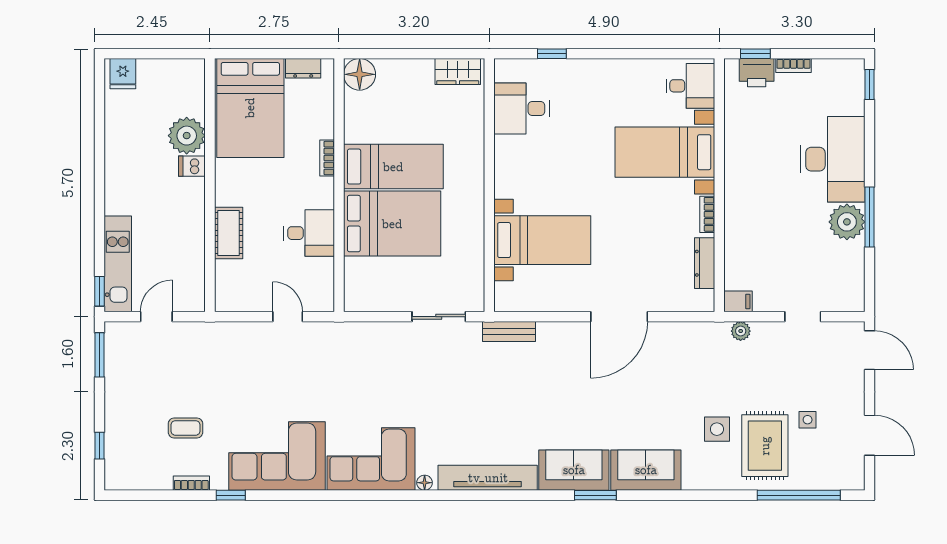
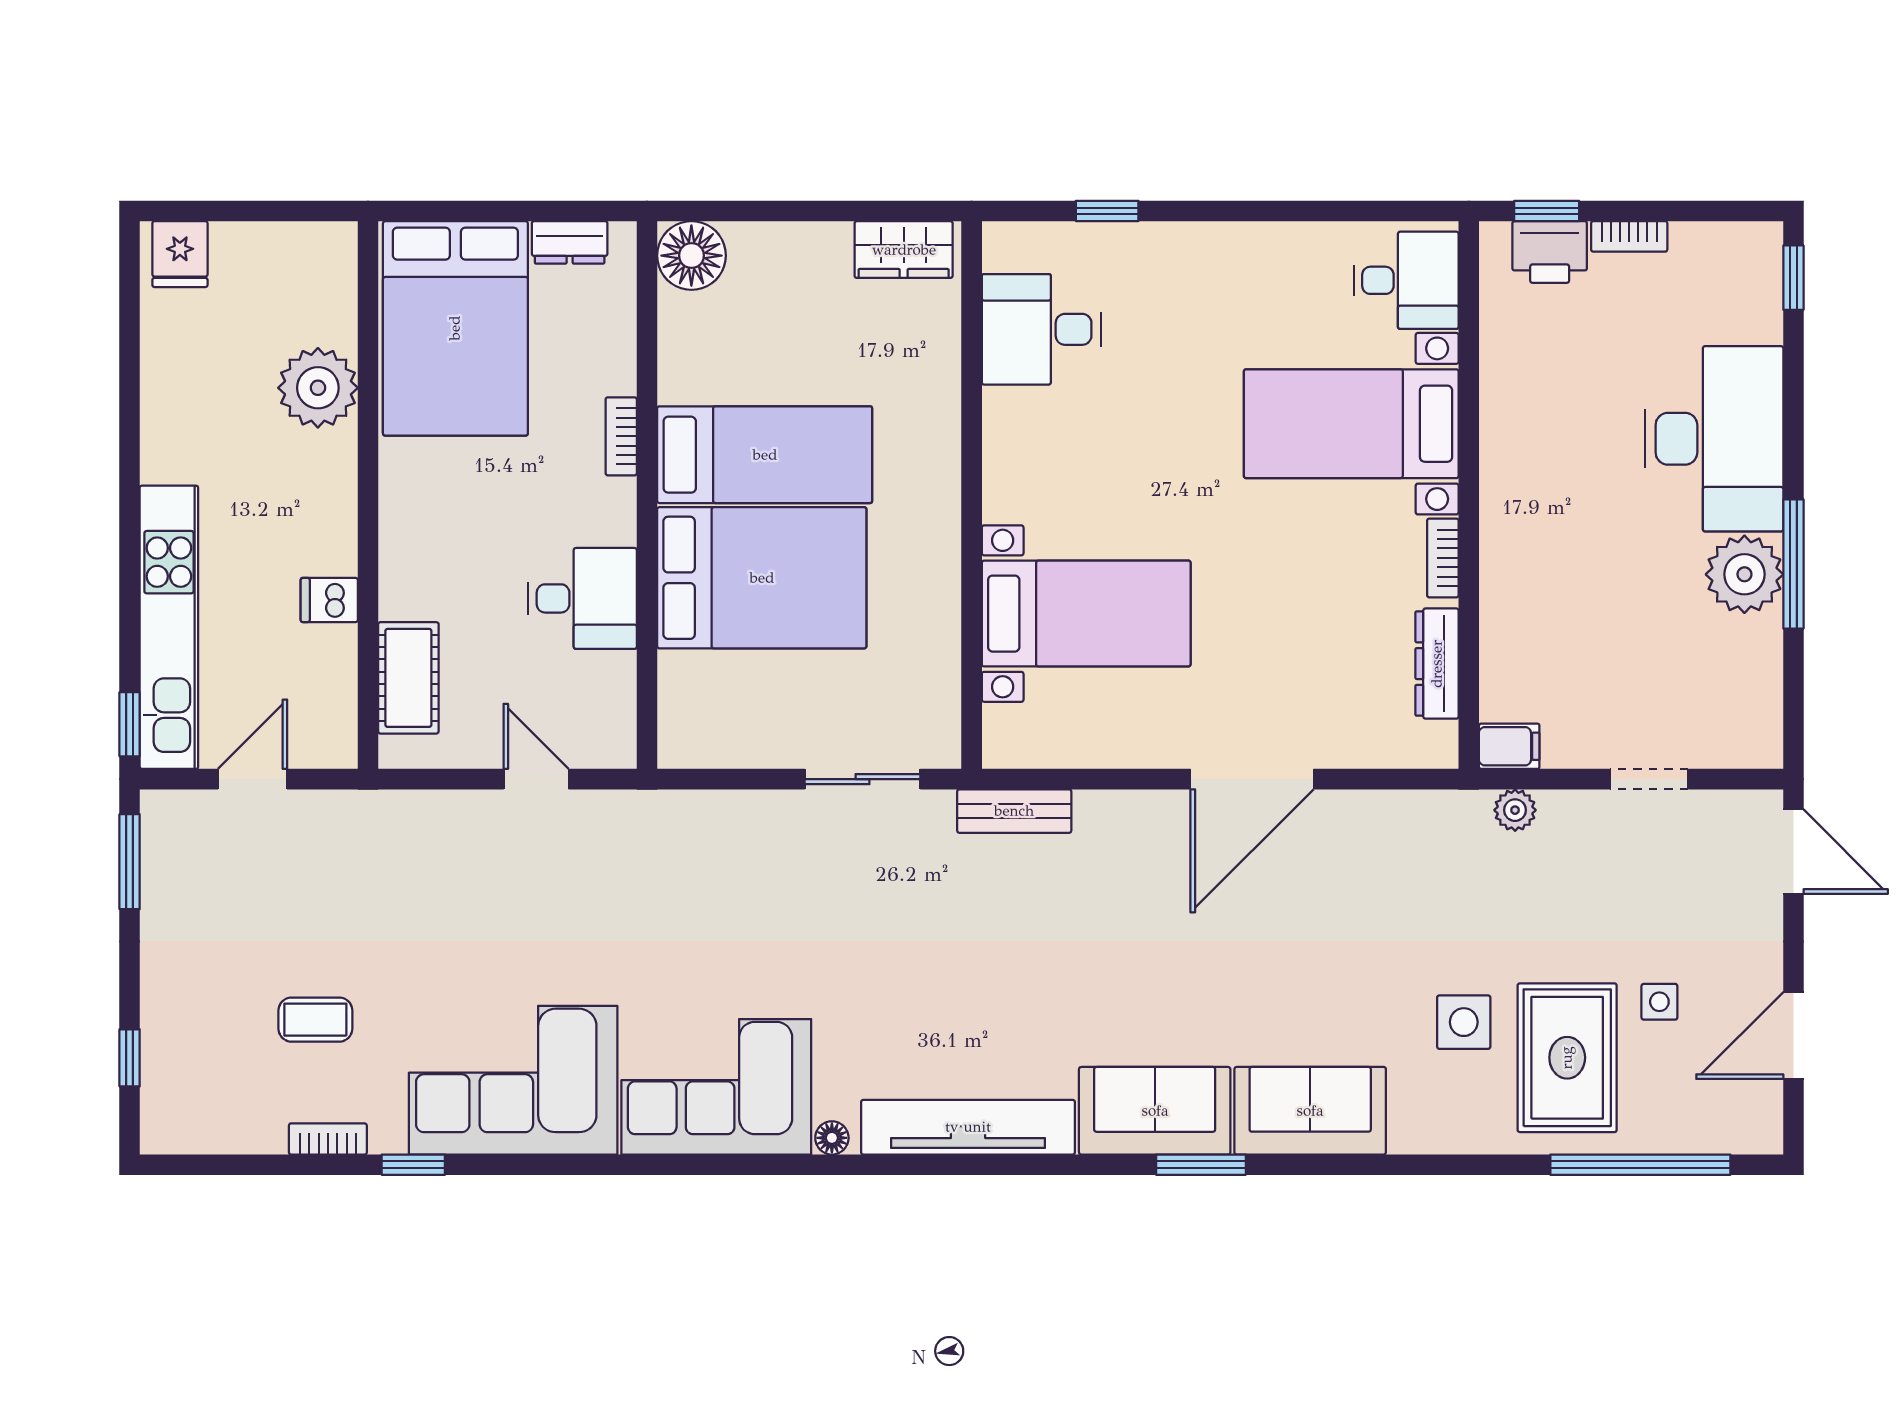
dishwasher: (192, 166) -> (329, 600), moved
cot: (229, 233) -> (408, 678), moved
kitchen unit: (118, 264) -> (169, 627), width x1.36
door: (870, 435) -> (1793, 1035), swing flipped

